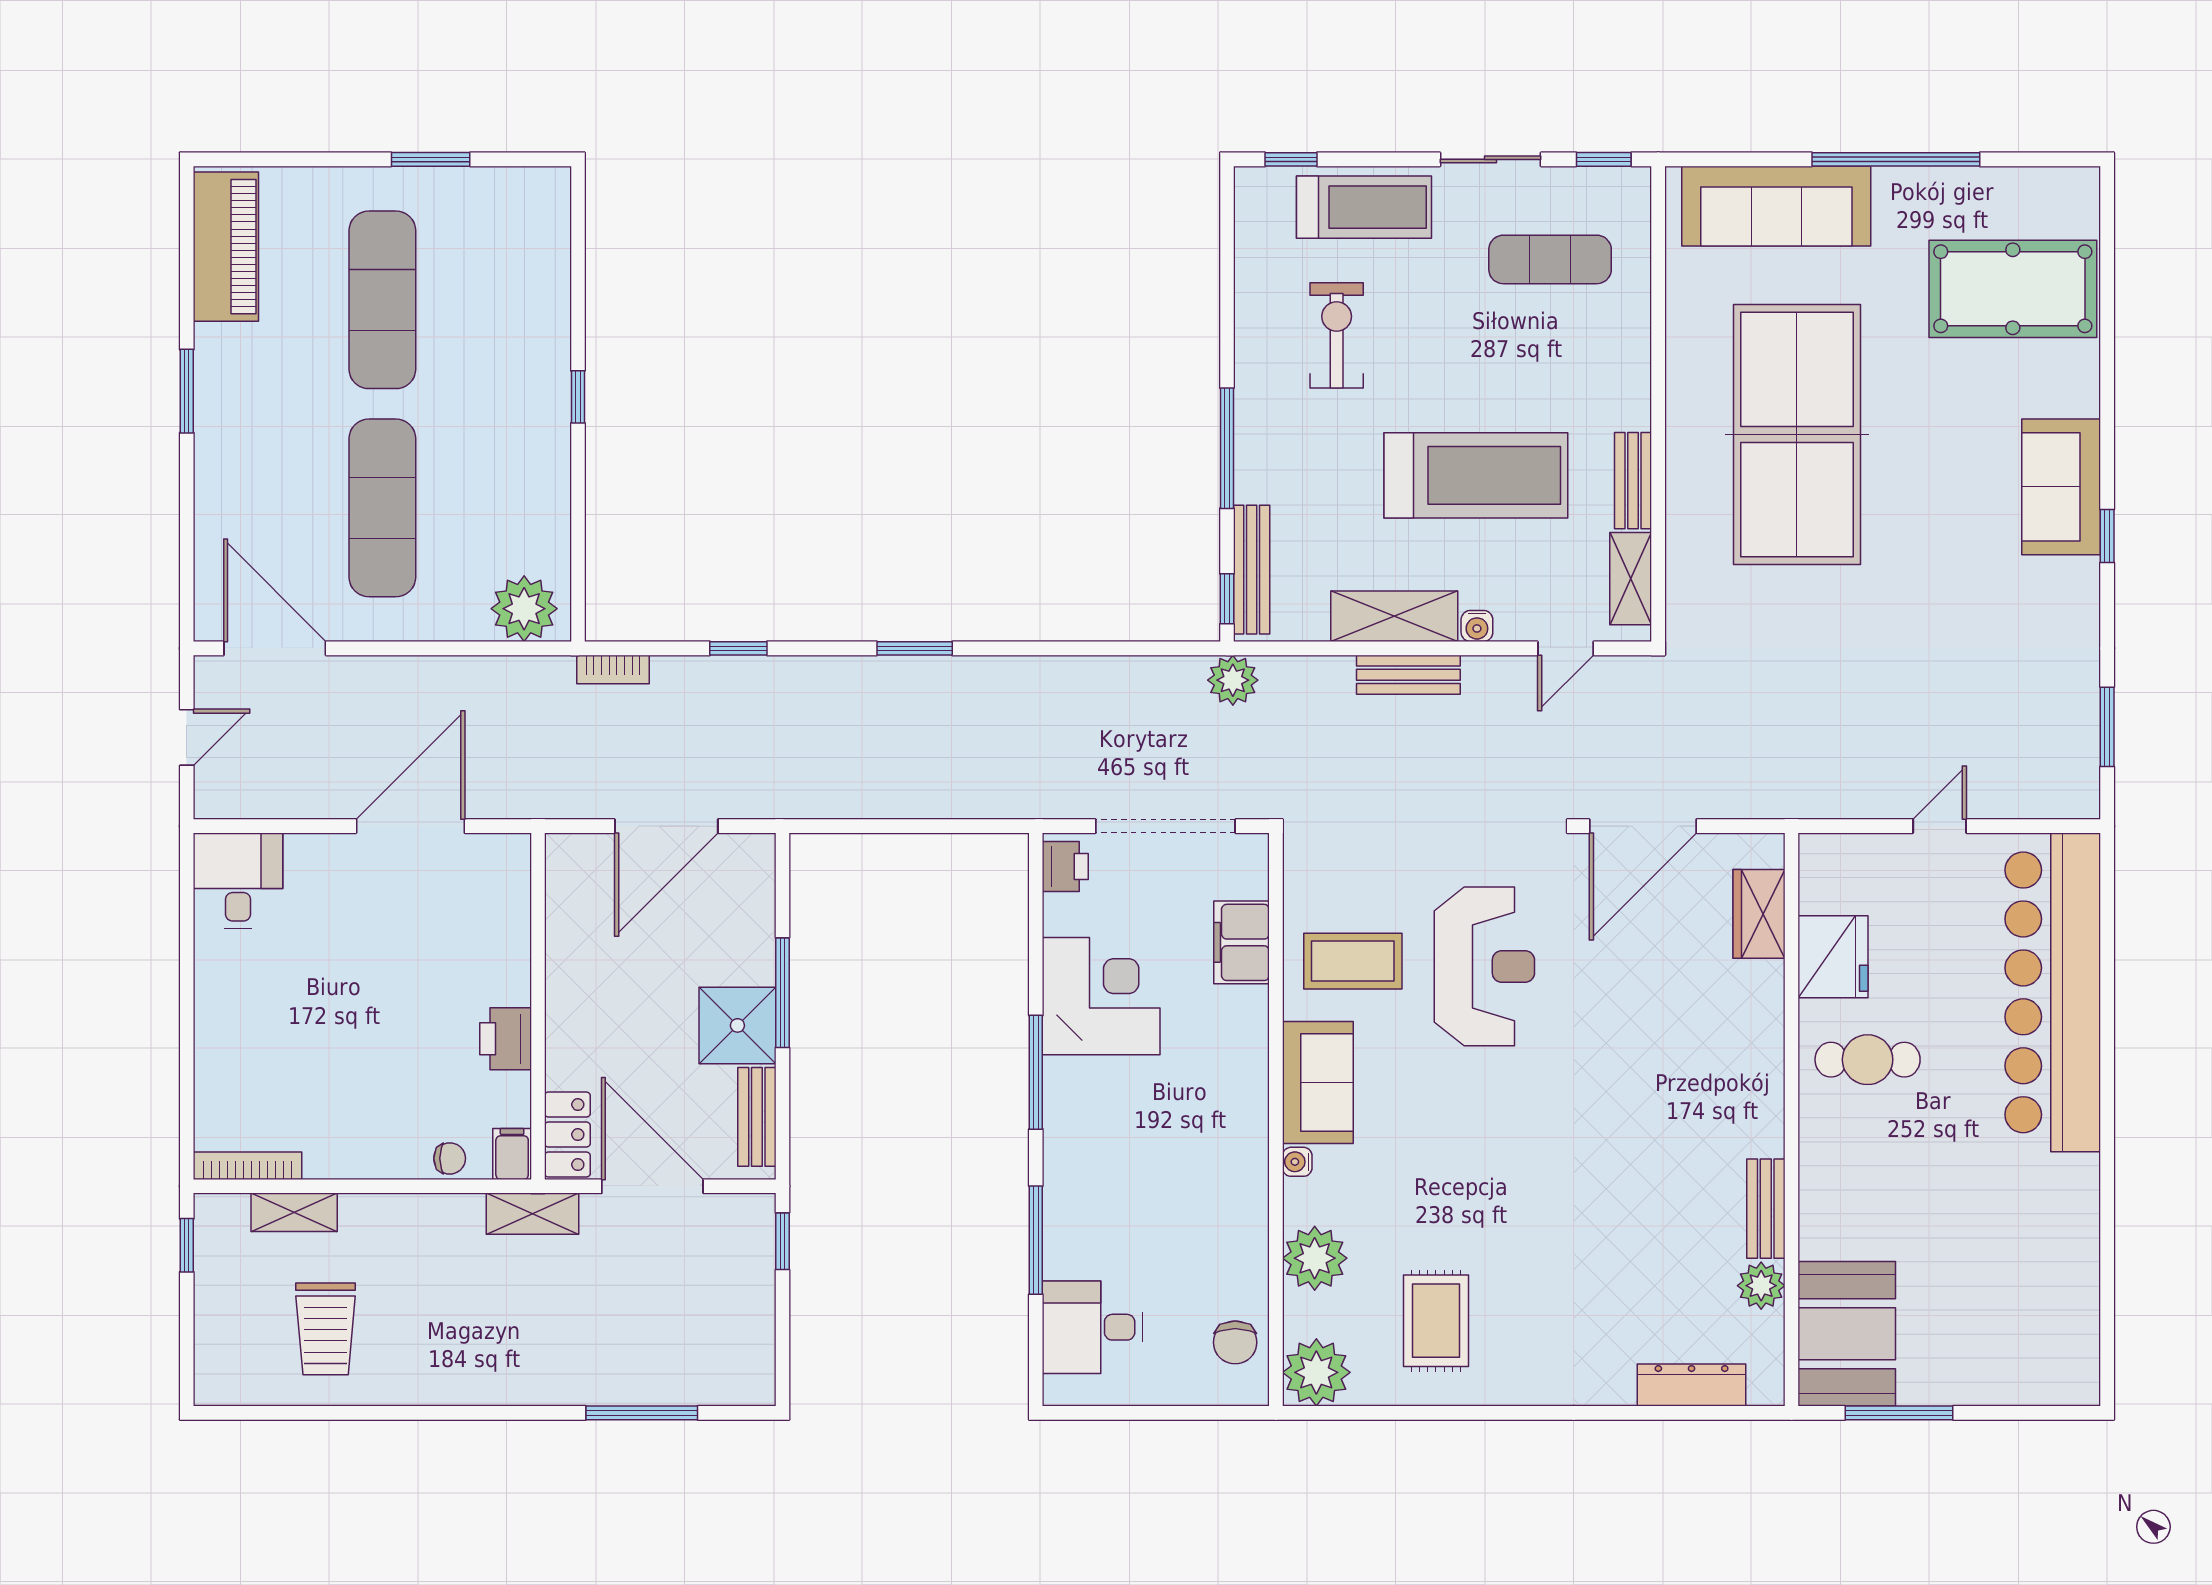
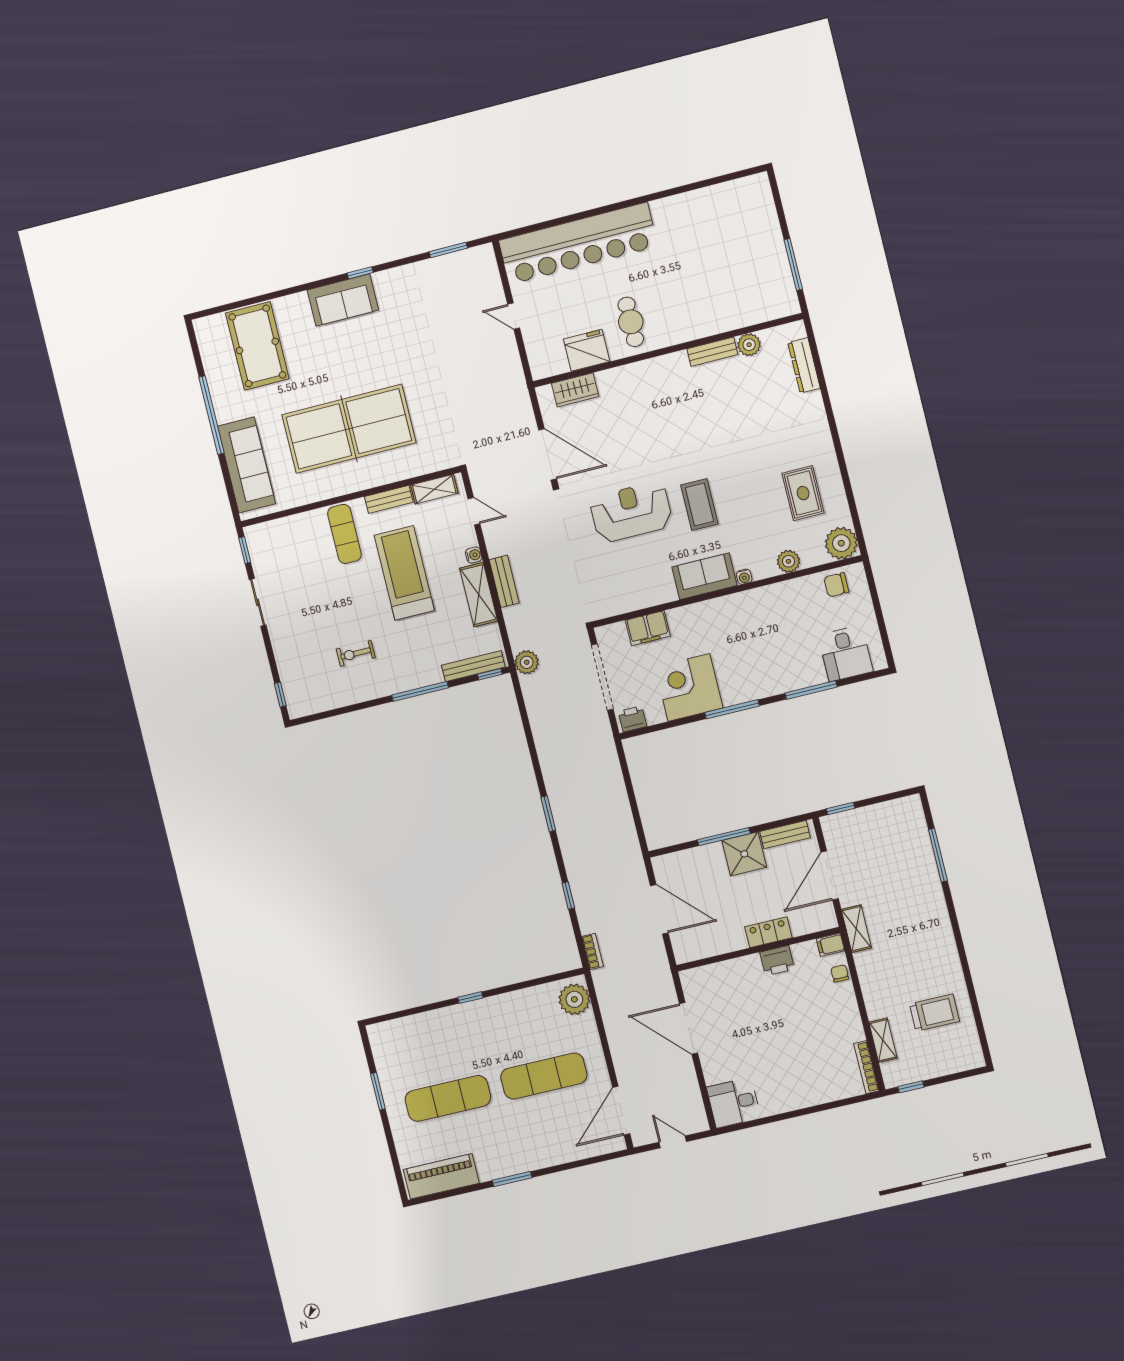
treadmill: (1364, 207) -> (294, 655), removed
exercise mat: (1550, 259) -> (344, 534), moved
exercise bike: (1337, 335) -> (356, 653), width x0.73, depth x0.72
coffee table: (1353, 961) -> (699, 504), moved
locker: (567, 1135) -> (768, 932), moved
plant: (1315, 1258) -> (788, 561), width x0.73, depth x0.73
rug: (1436, 1321) -> (803, 493), turned 90
booth: (1847, 1334) -> (762, 299), removed
chair: (1235, 1342) -> (836, 585), turned 180

